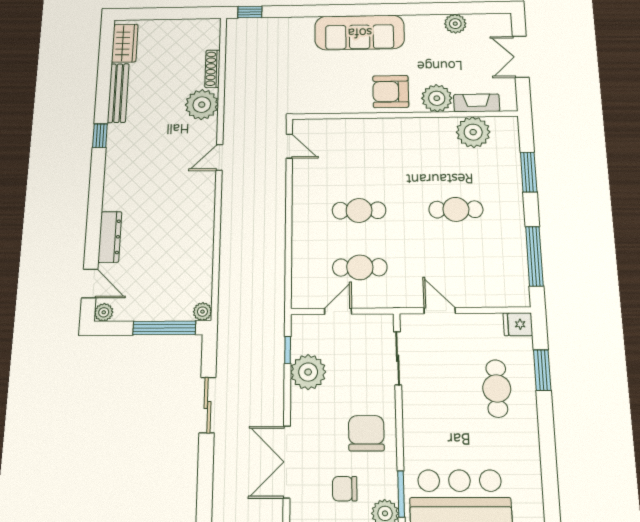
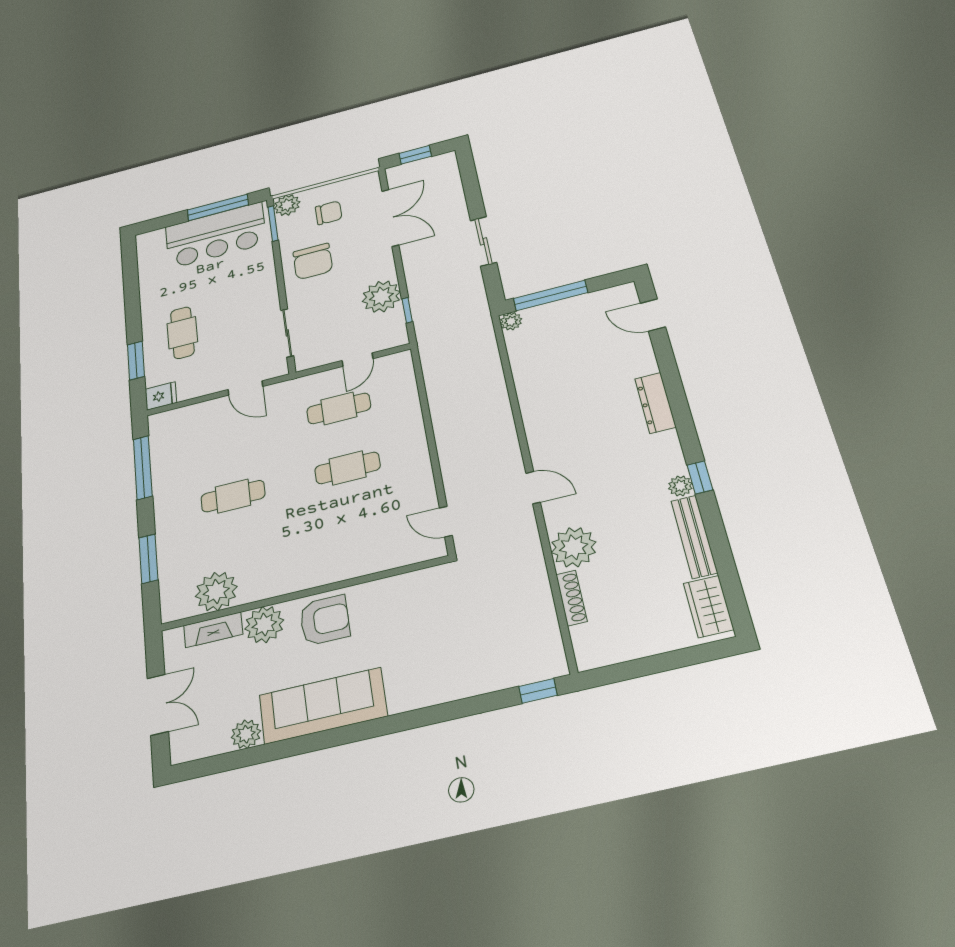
sofa: (360, 32) -> (323, 706), moved
door: (219, 157) -> (533, 488), hinge flipped
dresser: (110, 237) -> (655, 403), moved
plant: (104, 312) -> (680, 486), moved

